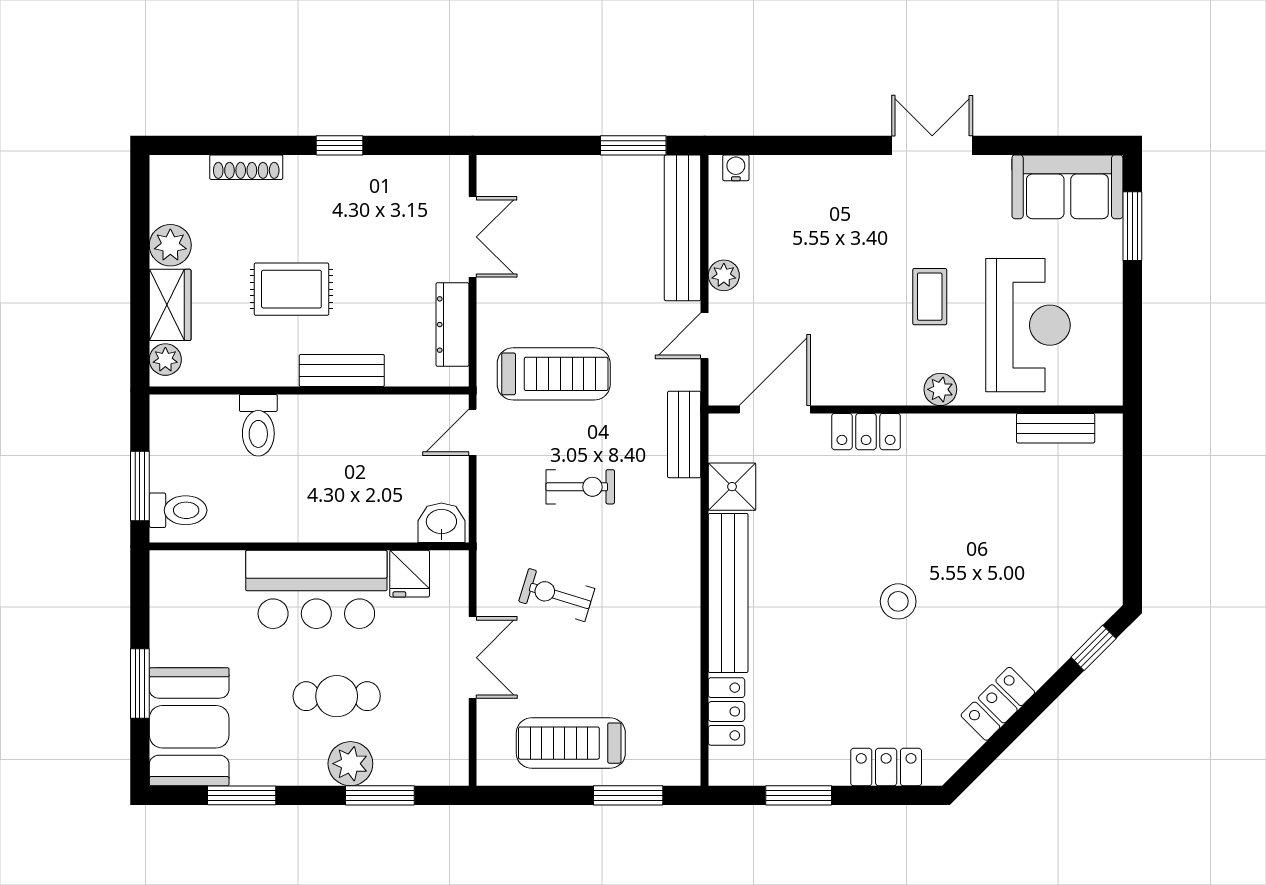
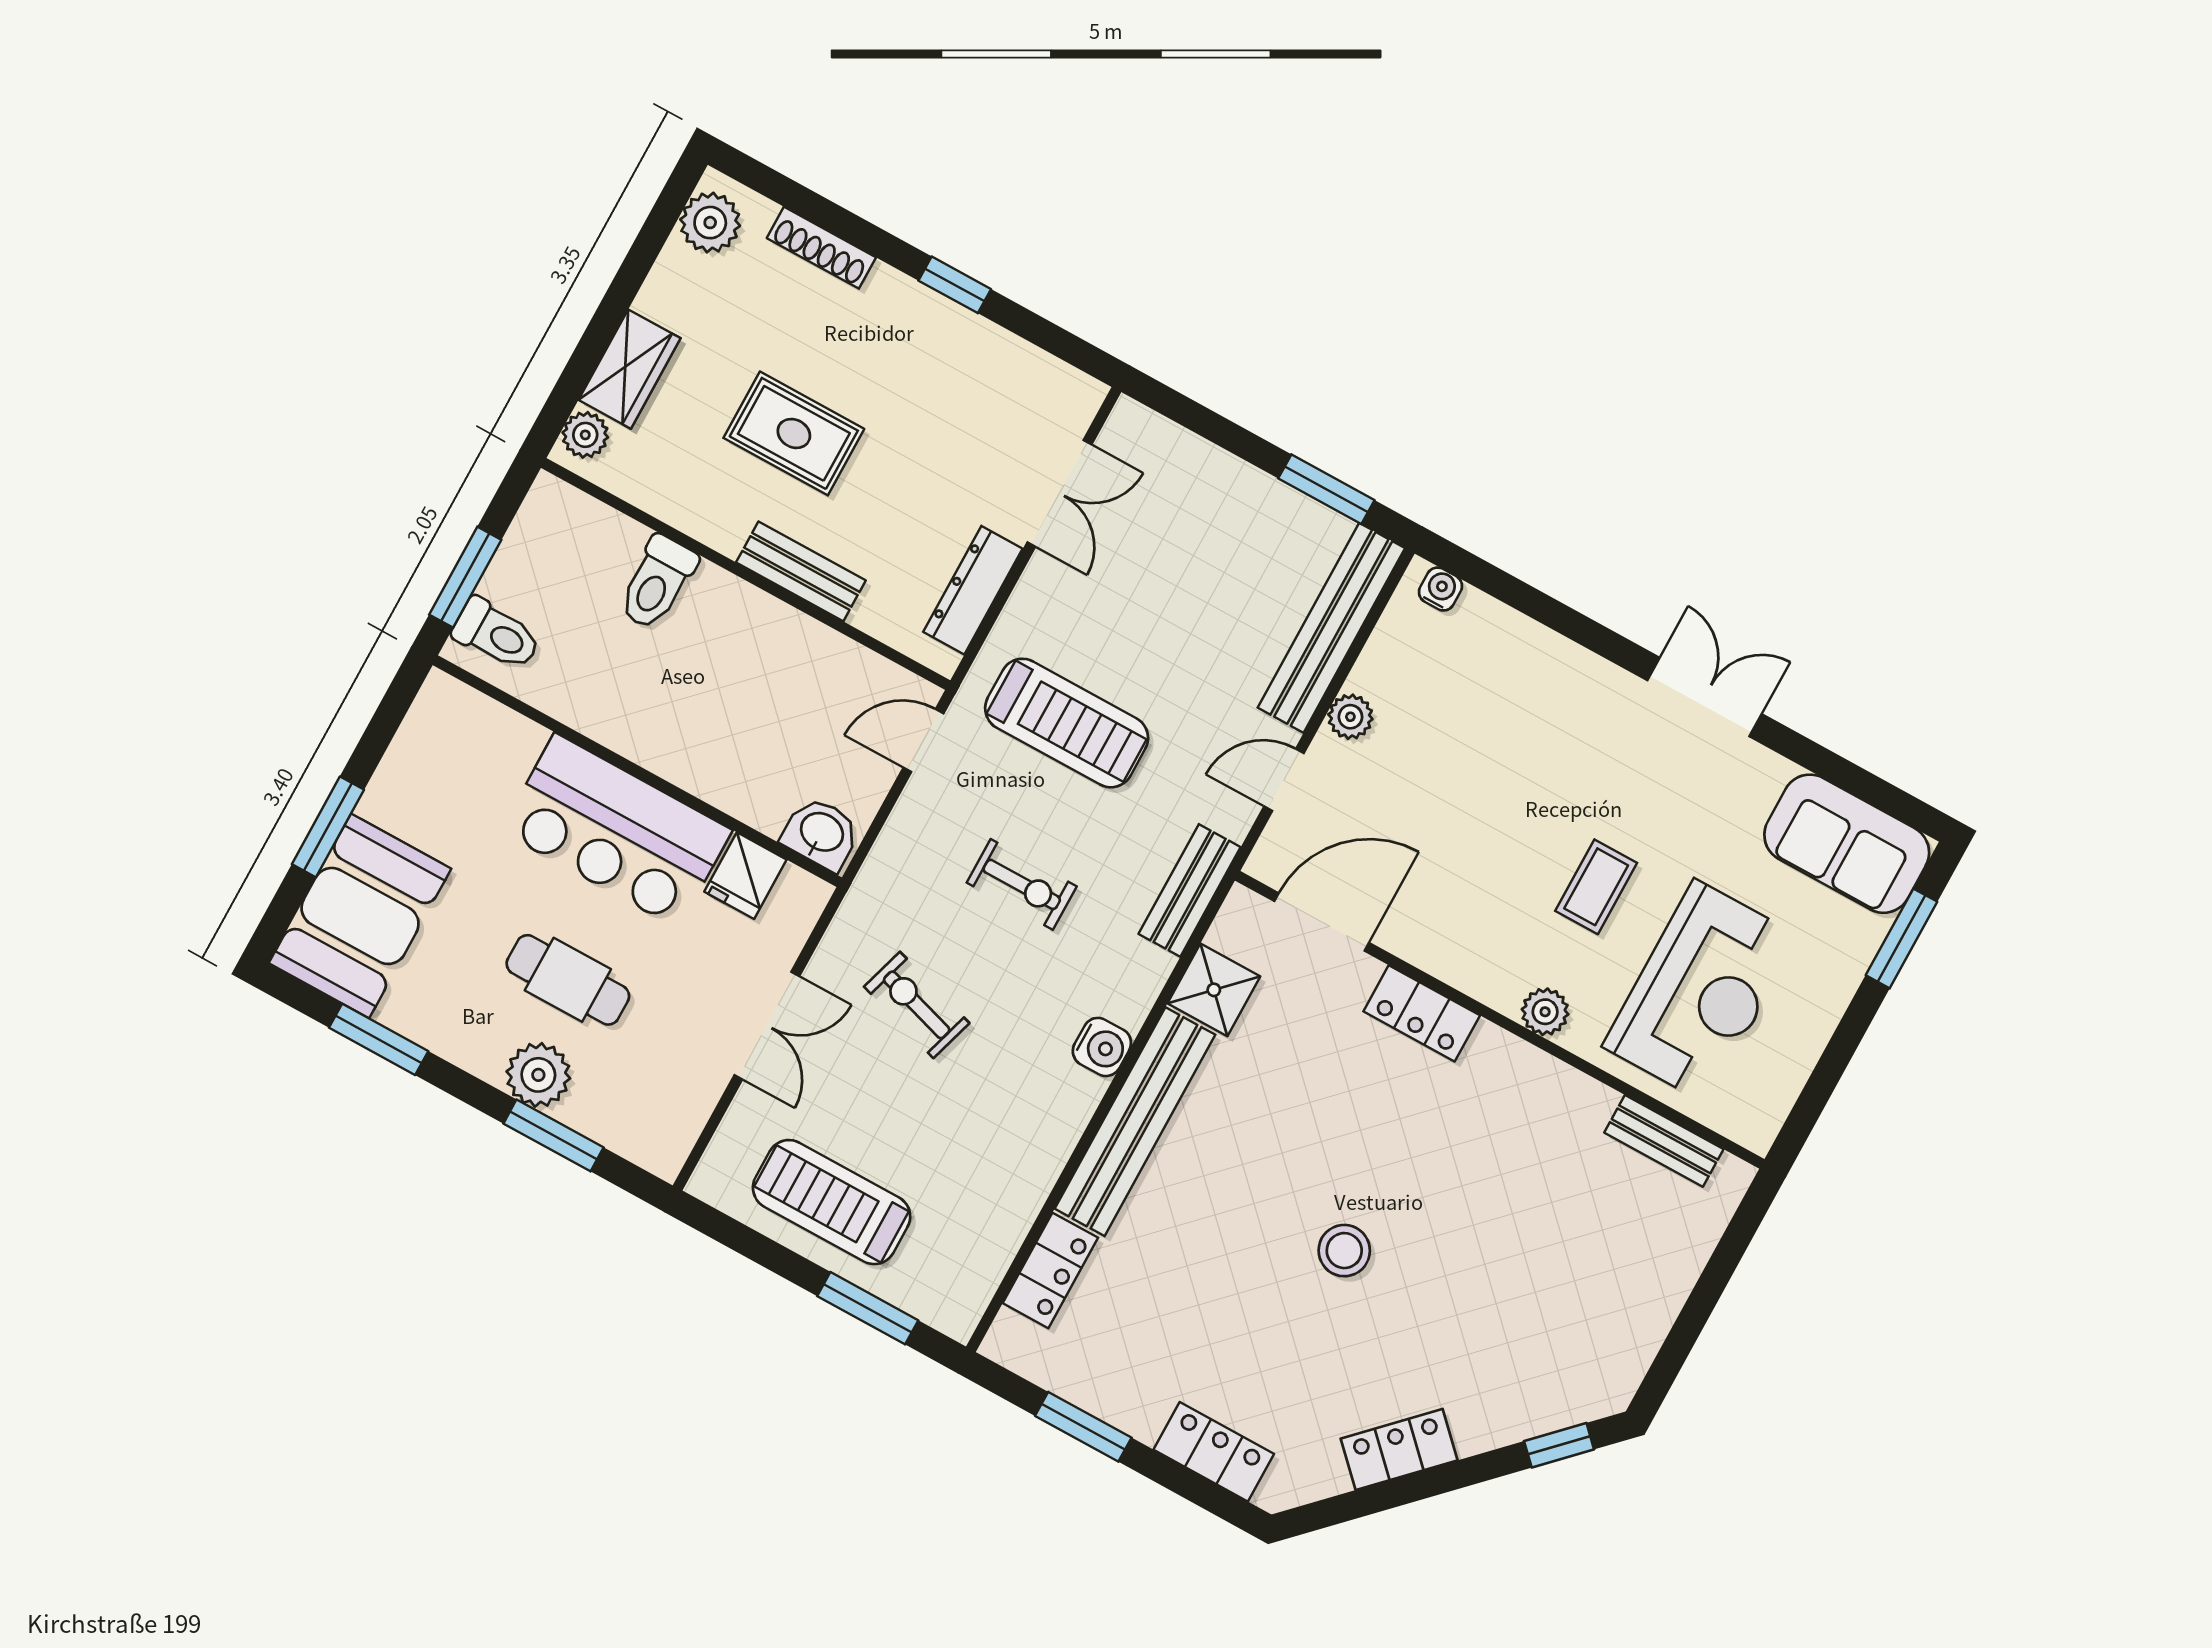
plant: (170, 245) -> (710, 223), moved
water cooler: (683, 559) -> (1102, 1047), added

